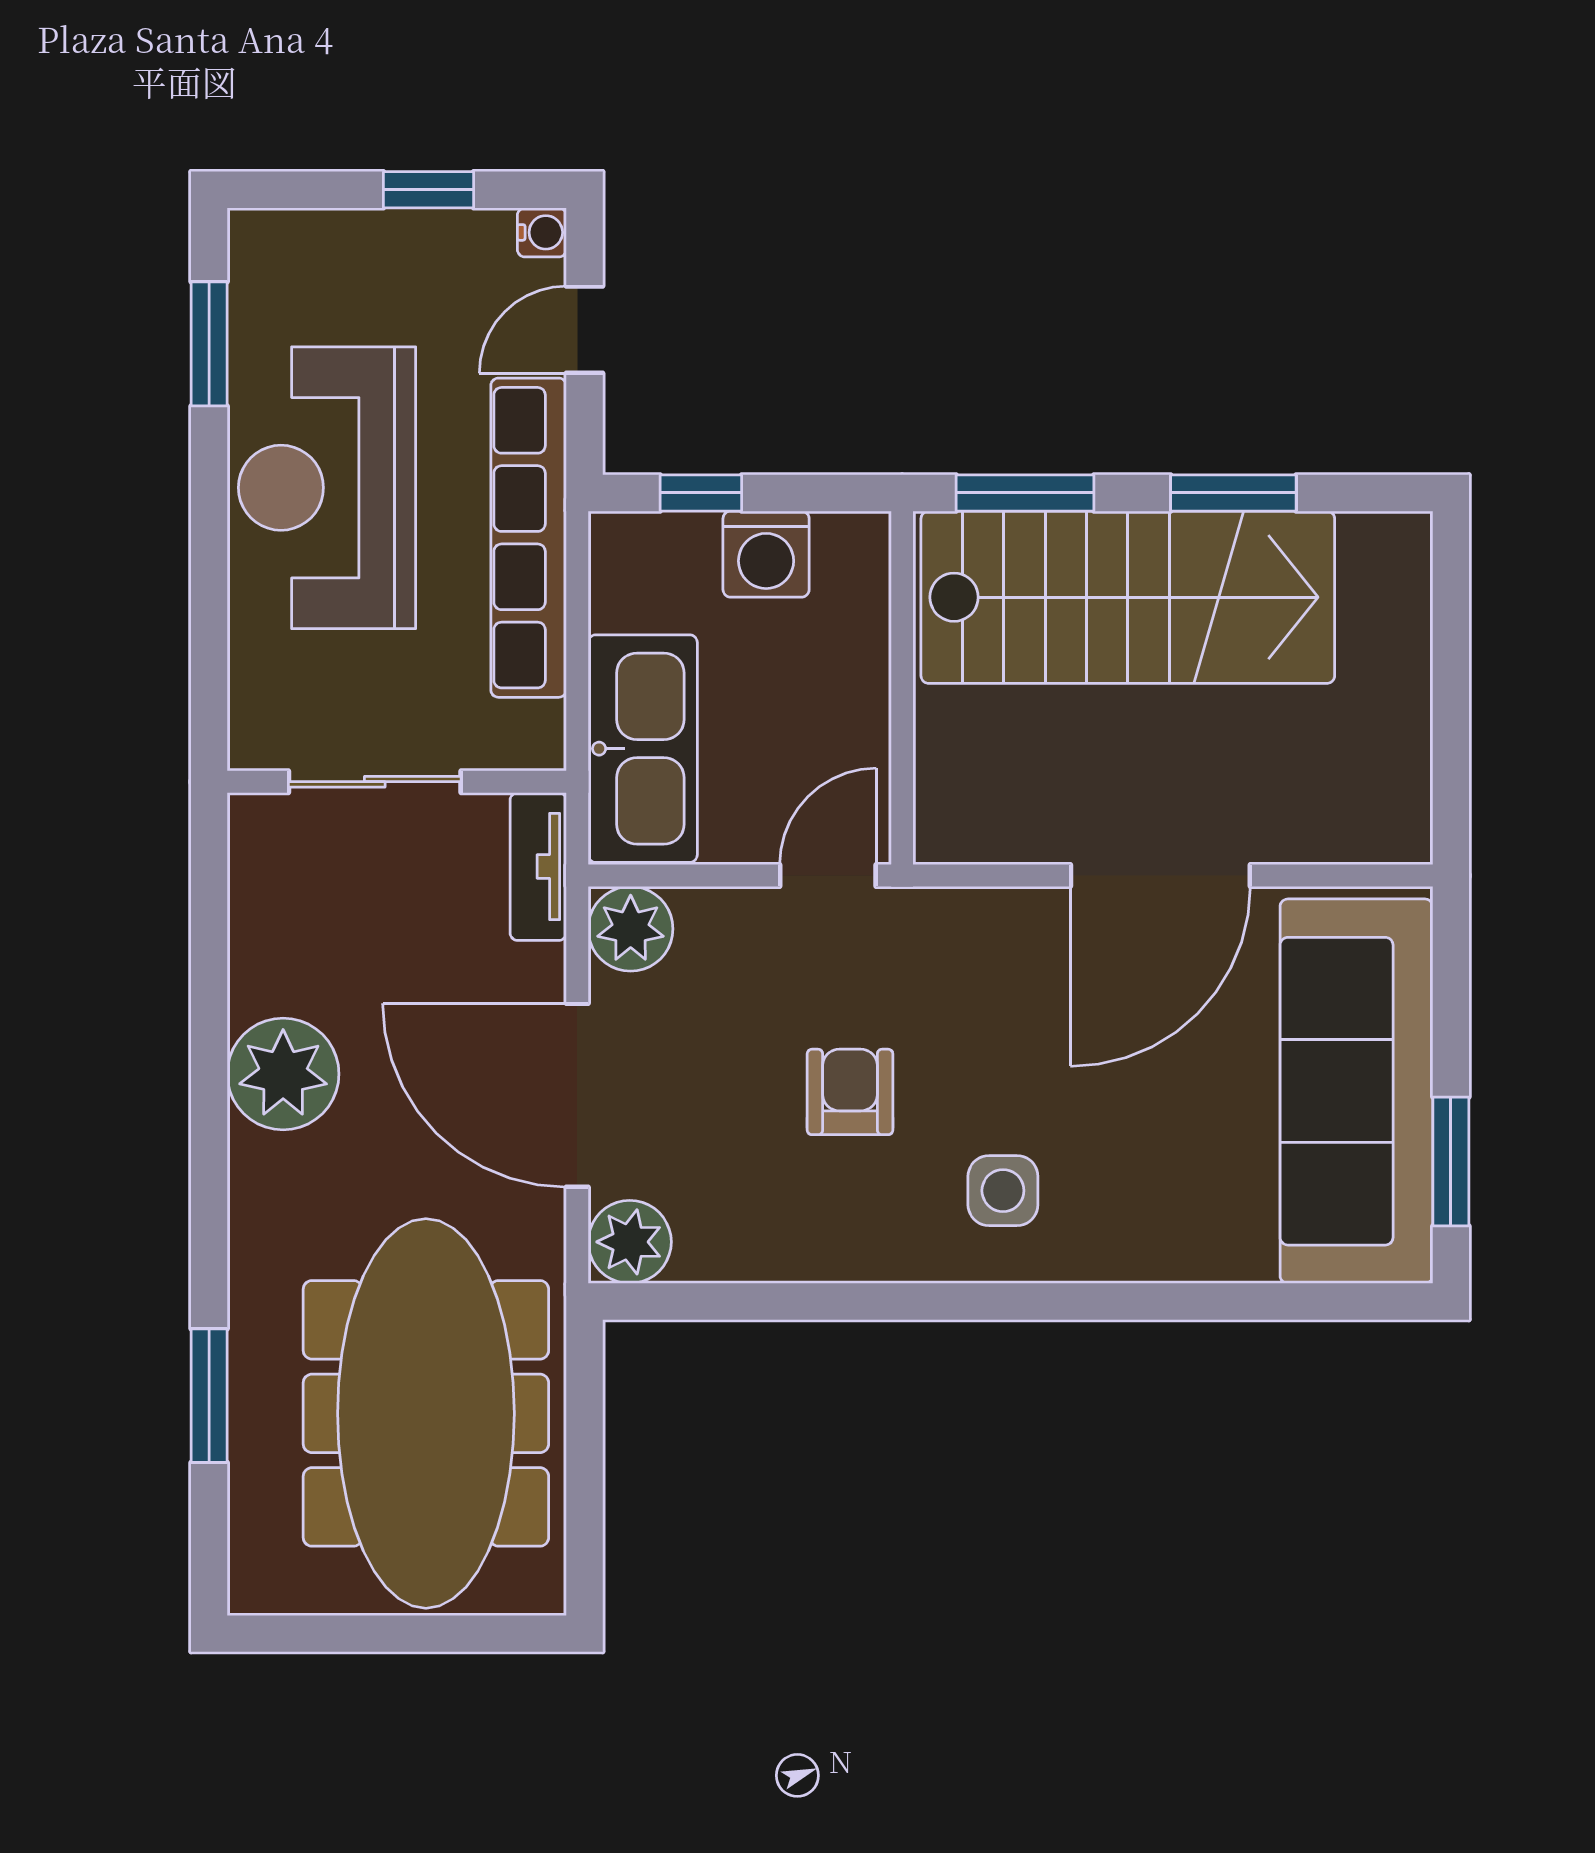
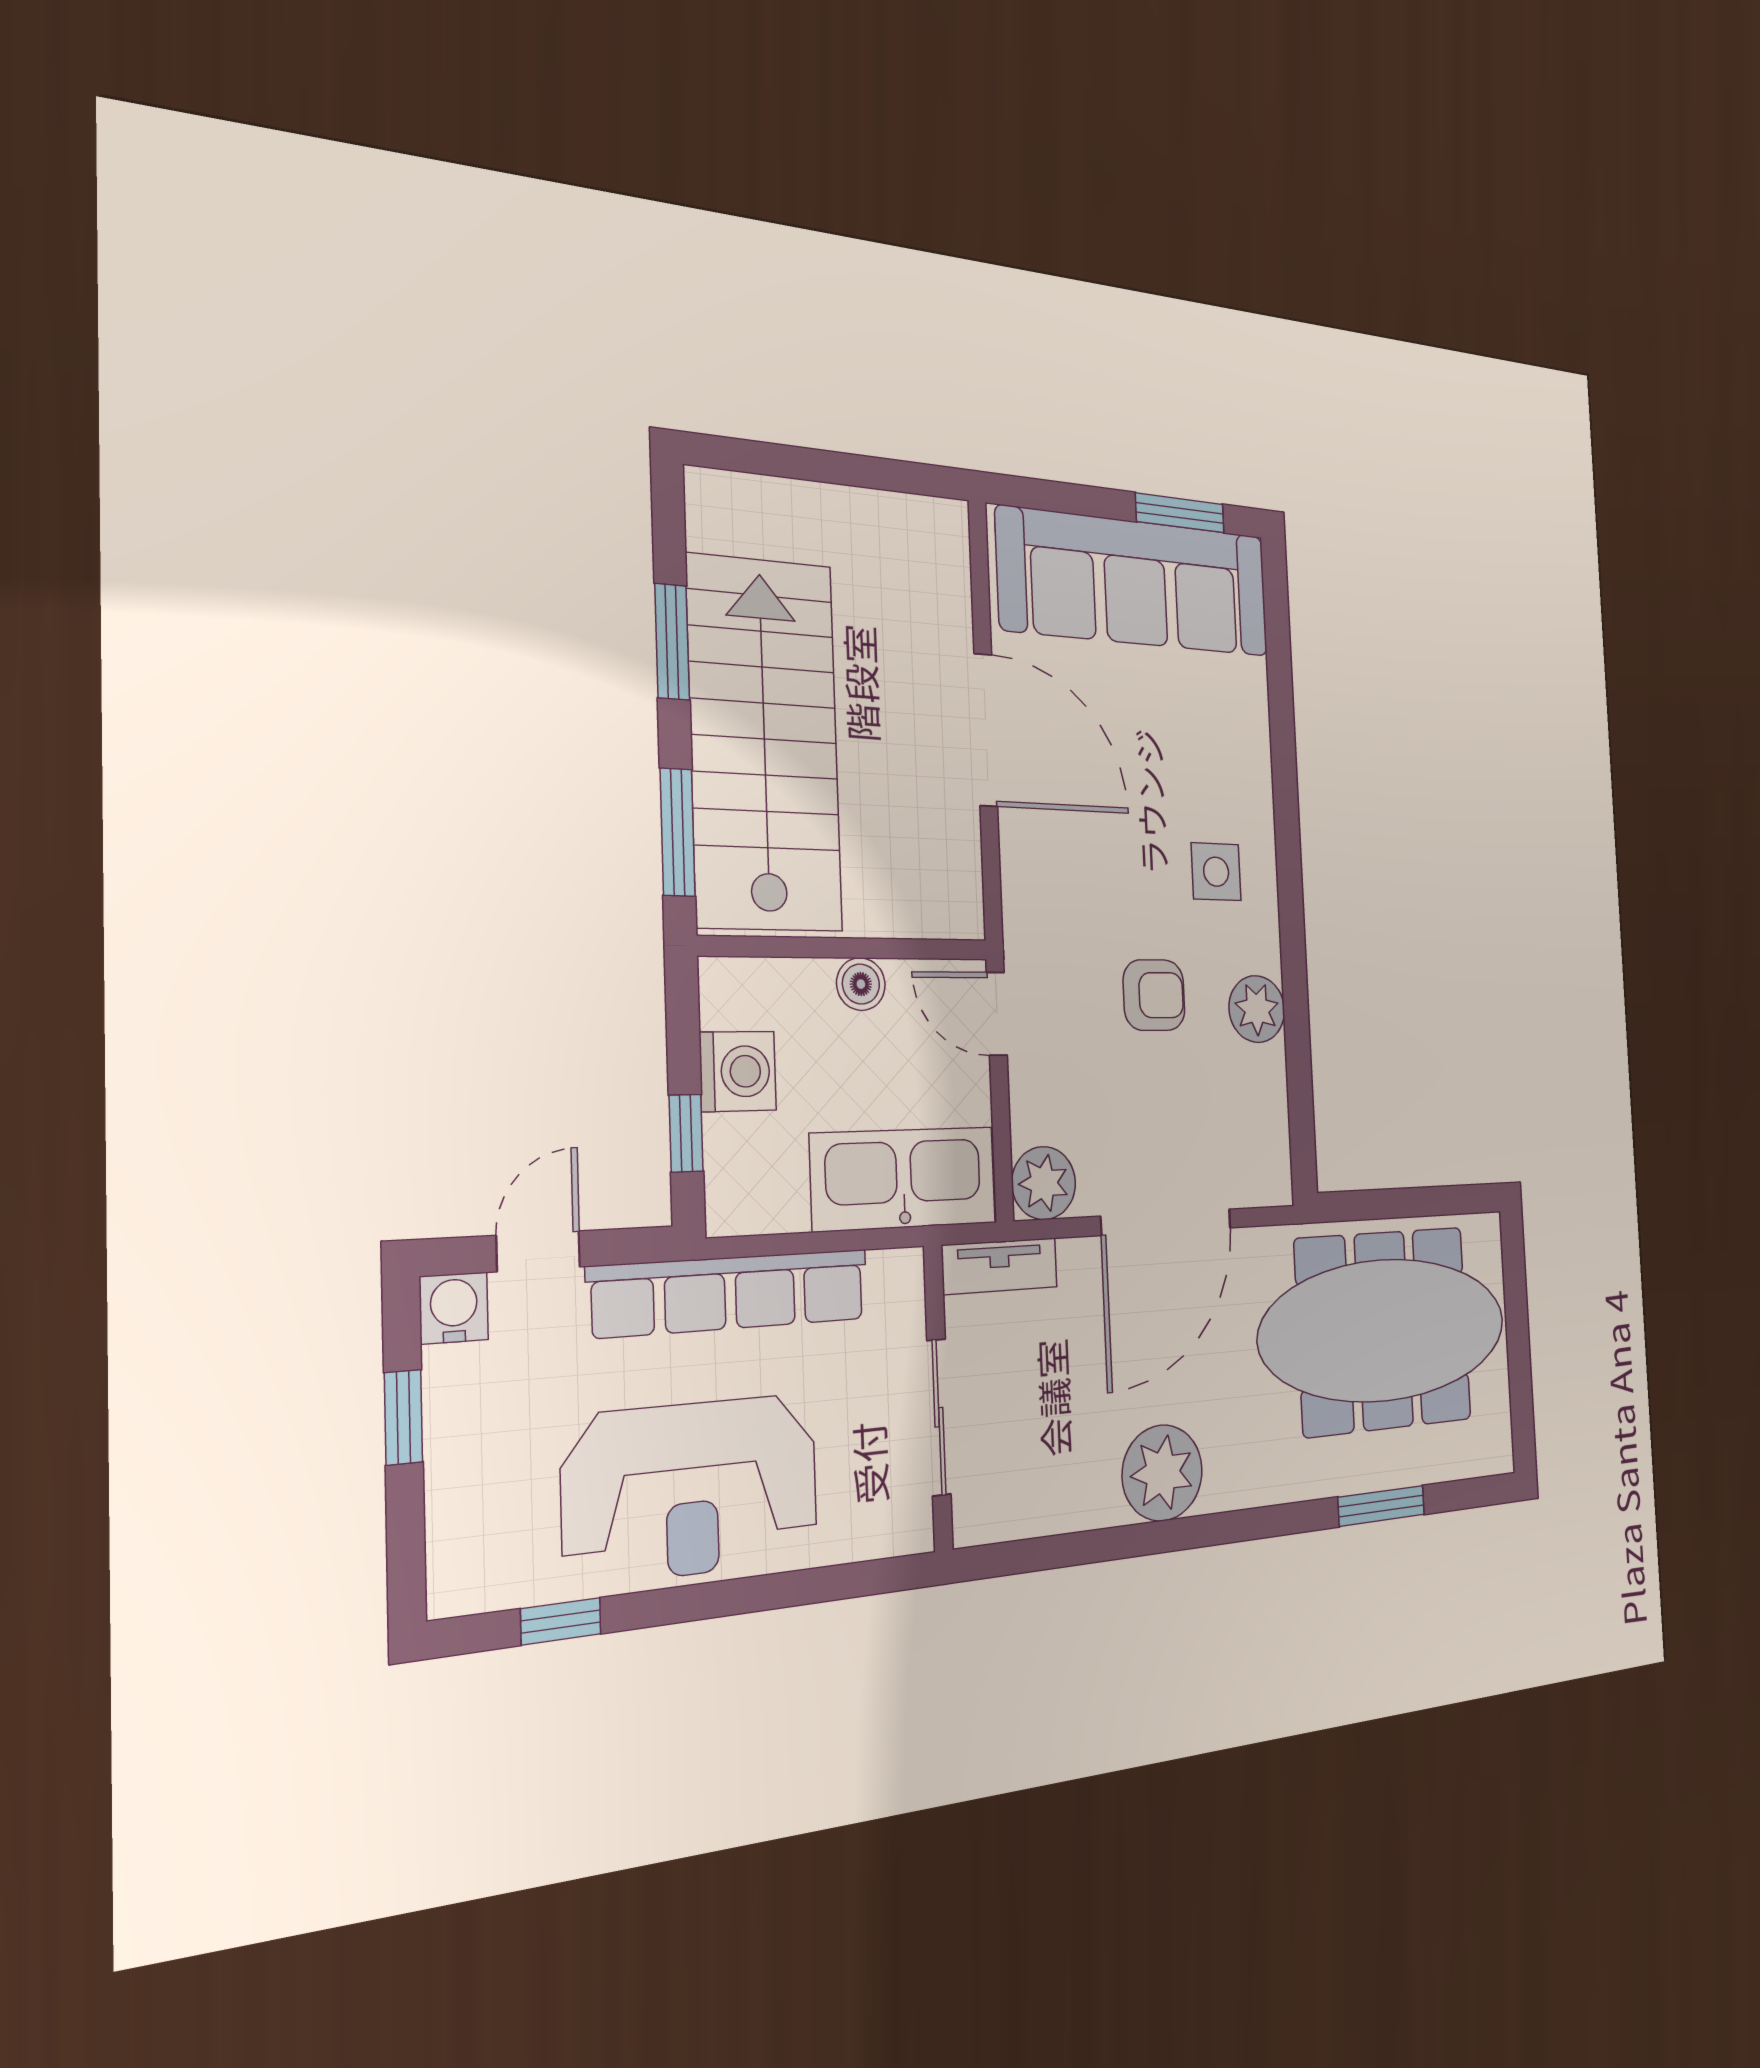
water cooler: (542, 232) -> (454, 1308), width x1.38, depth x1.38
door: (585, 330) -> (538, 1251), swing flipped
window: (209, 344) -> (561, 1621), width x0.67
boiler: (862, 704) -> (861, 984), added
armchair: (850, 1092) -> (1154, 995), turned 180
plant: (630, 1242) -> (1257, 1009), moved

